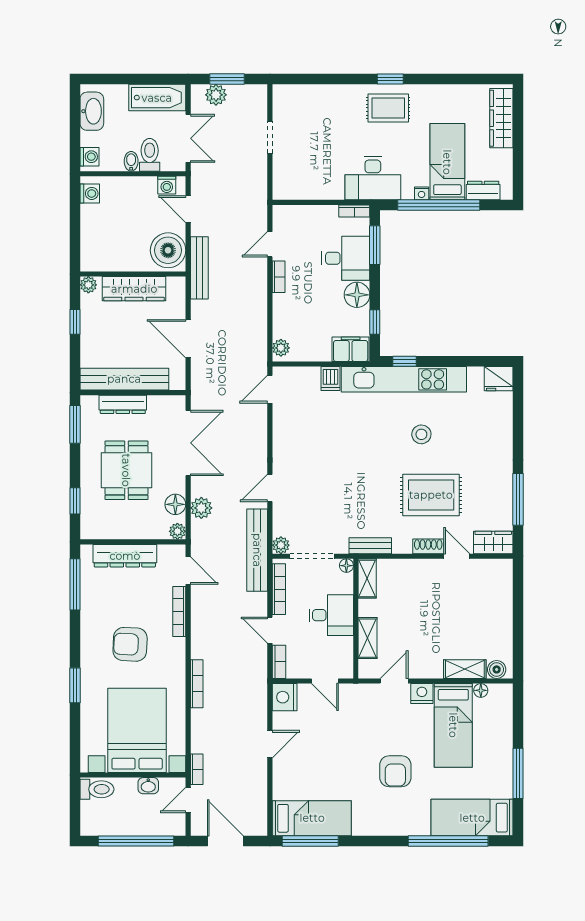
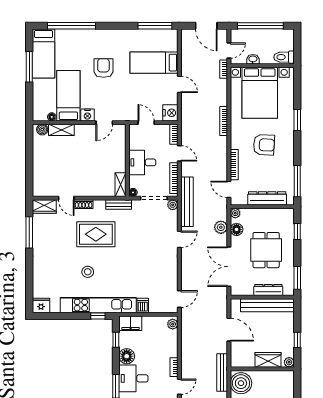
wardrobe: (134, 289) -> (268, 360), width x0.67
rug: (431, 495) -> (96, 234), moved
shelving: (368, 638) -> (120, 149), removed
door: (270, 744) -> (179, 84), swing flipped
bed: (312, 818) -> (154, 63), moved
bed: (472, 818) -> (43, 54), moved, turned 90

